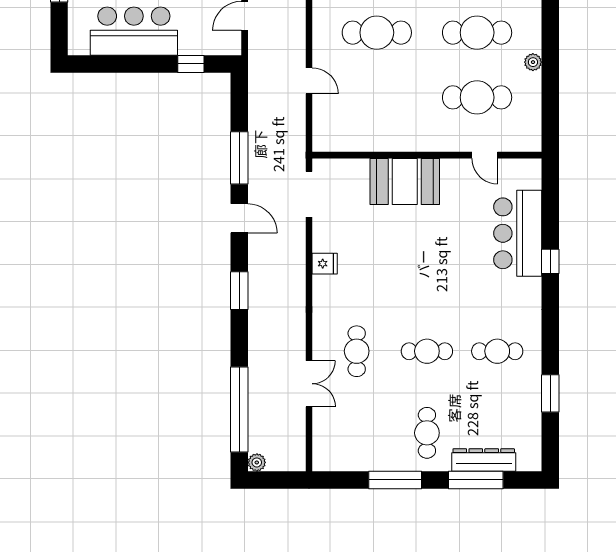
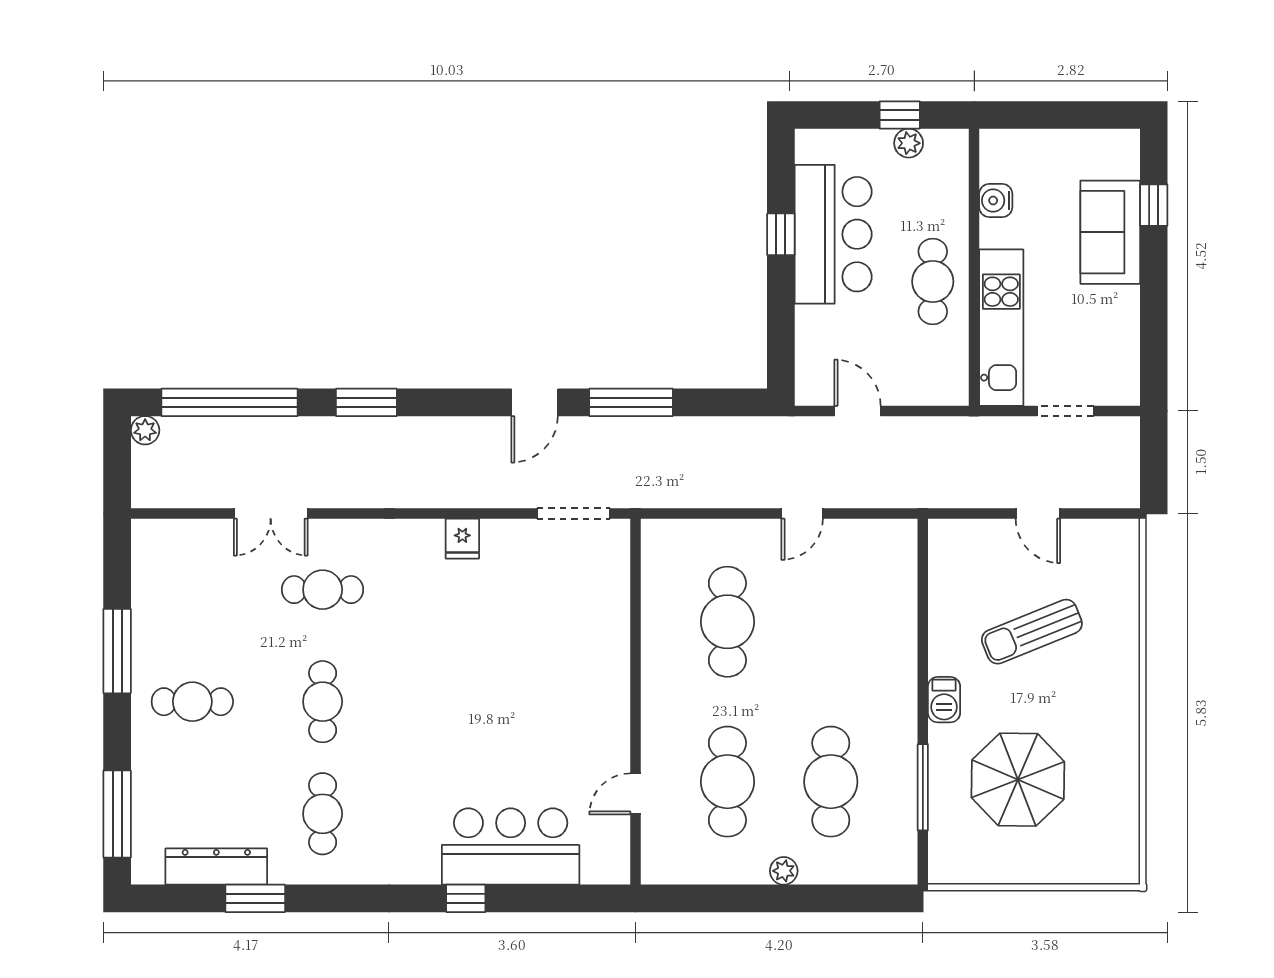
cafe table: (377, 33) -> (727, 622), moved
window: (191, 64) -> (781, 234), moved
door: (309, 81) -> (802, 514), moved
booth: (405, 181) -> (593, 666), removed
window: (239, 291) -> (366, 402), moved
dresser: (484, 460) -> (216, 867), moved, turned -90
window: (476, 480) -> (117, 814), moved

